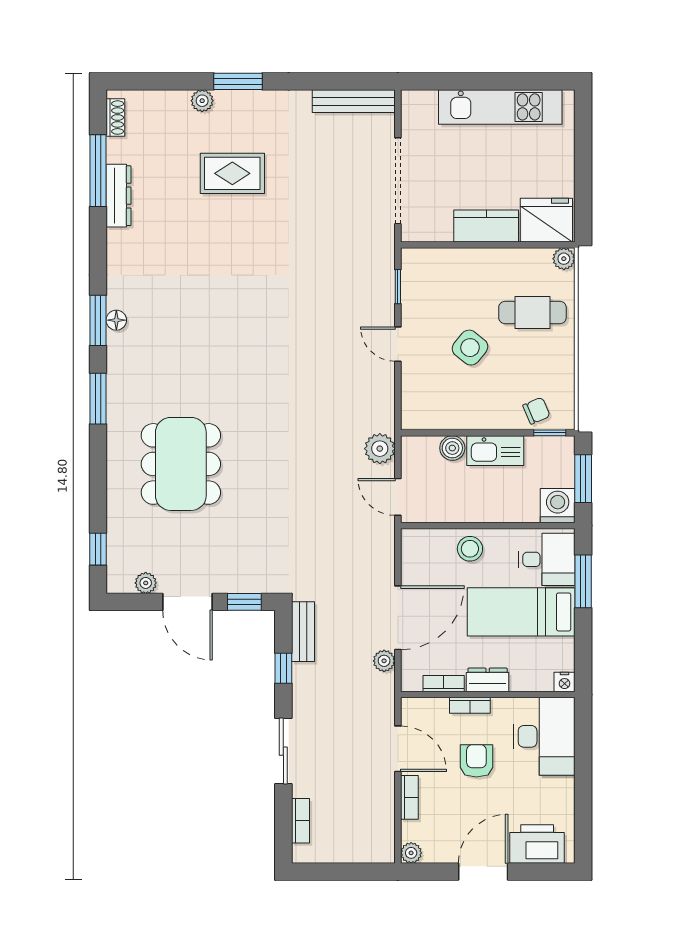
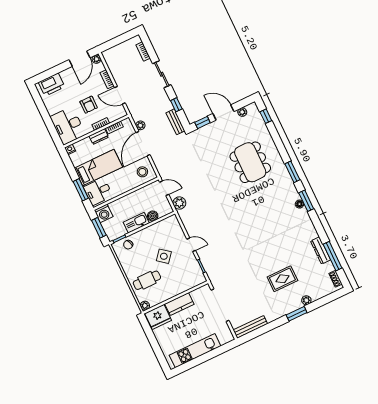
stool: (470, 549) -> (142, 172), moved
door: (483, 872) -> (79, 59), moved

